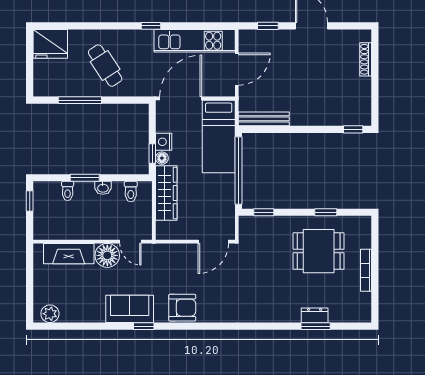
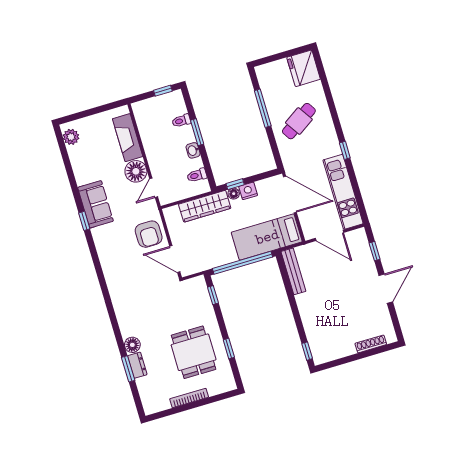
armchair: (182, 308) -> (149, 234), moved
floor lamp: (291, 314) -> (132, 345), added

